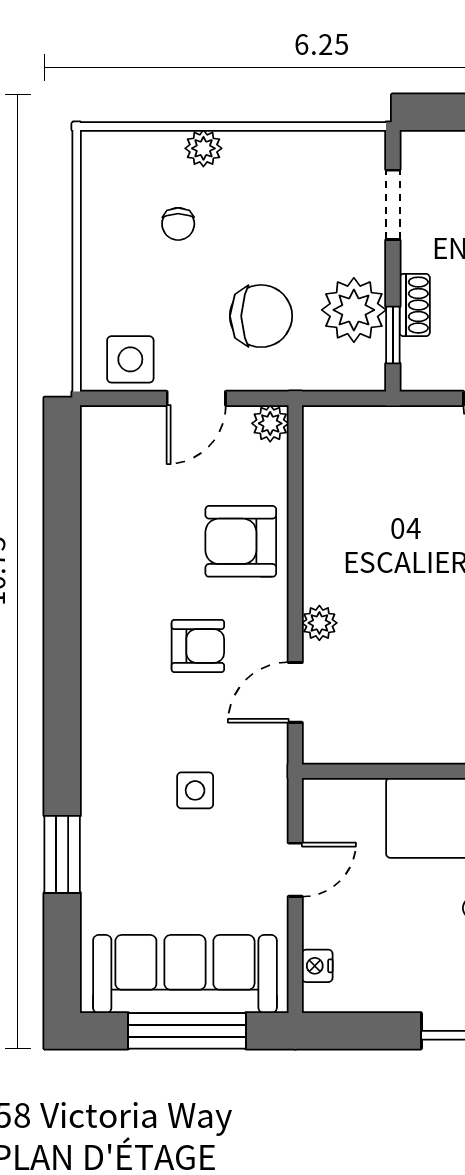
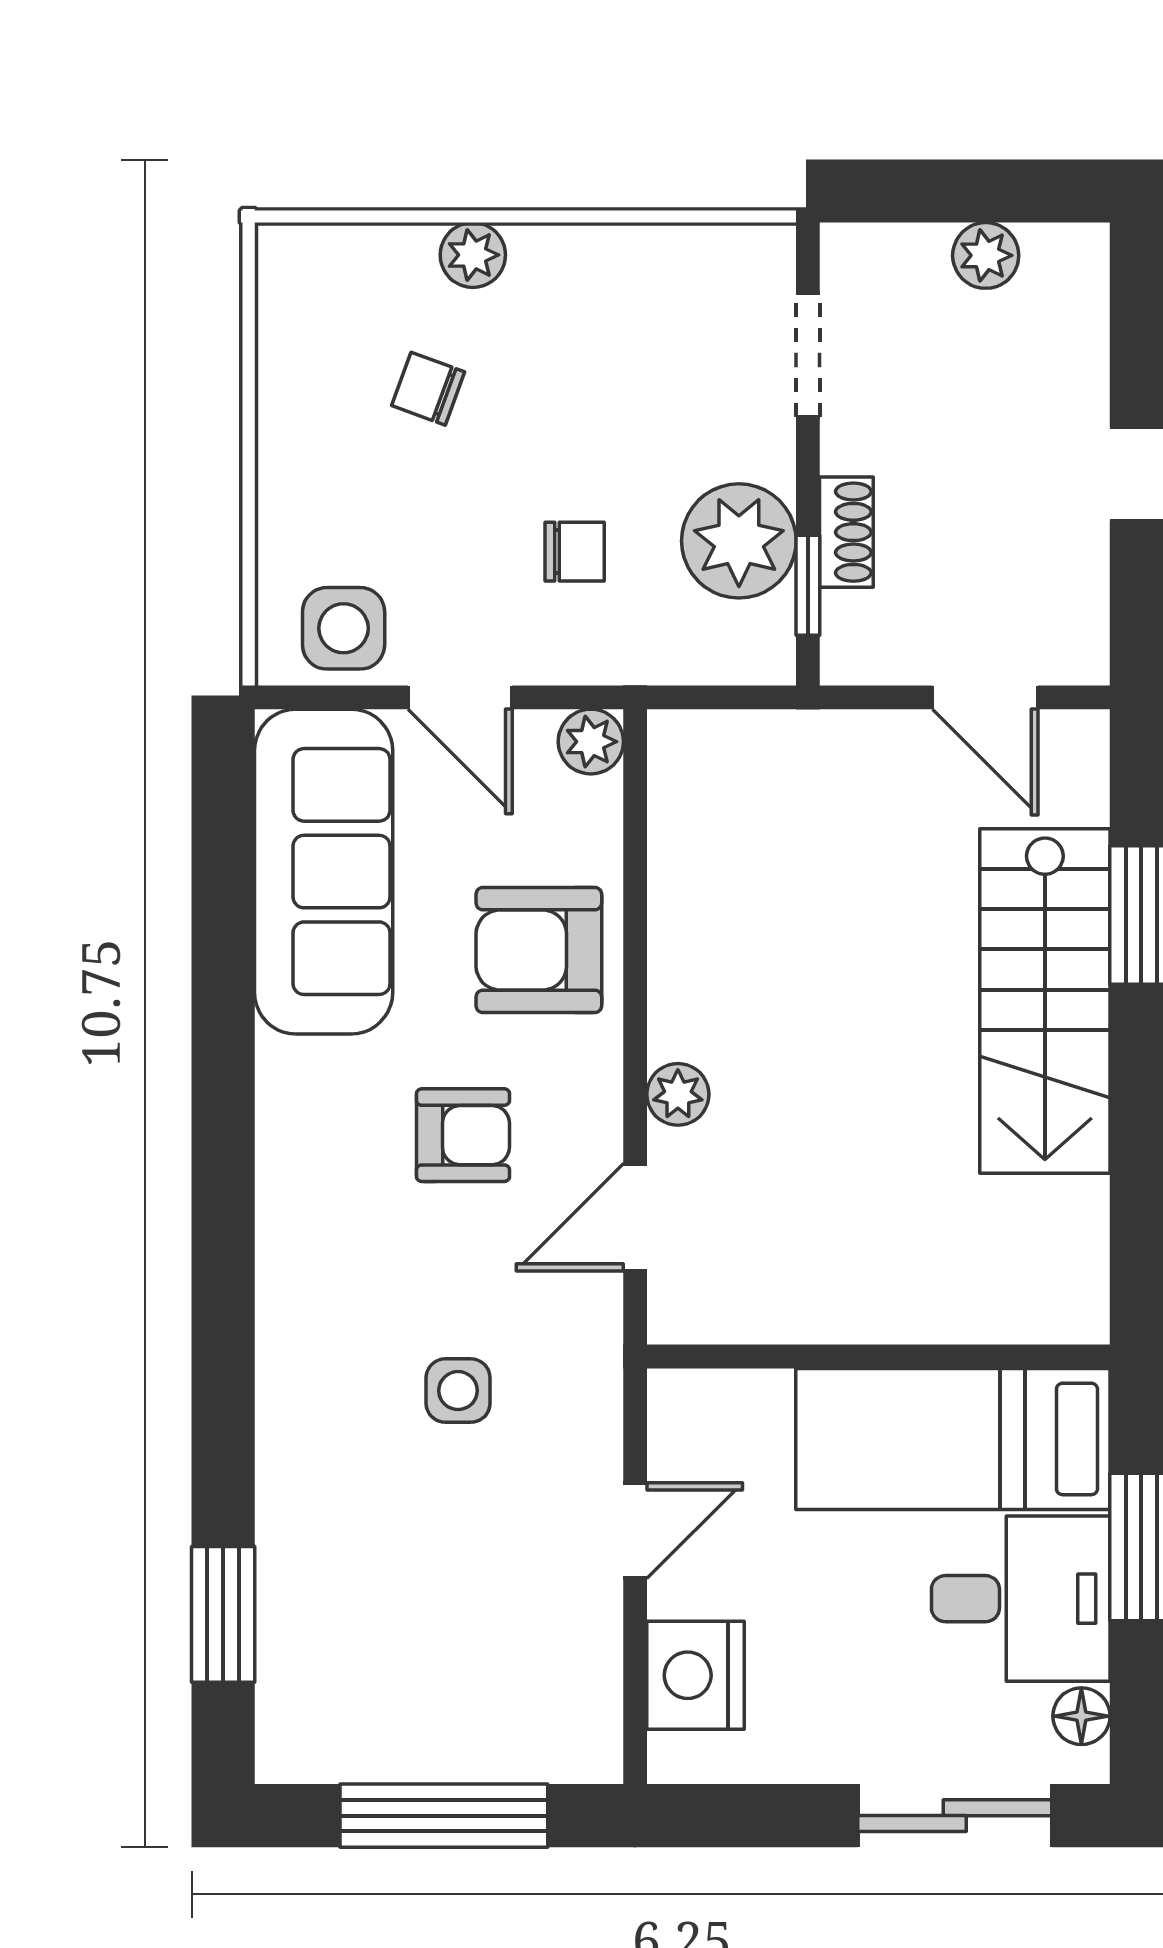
chair: (178, 224) -> (428, 389), turned 110
chair: (261, 316) -> (575, 552), width x0.54, depth x0.54
door: (196, 398) -> (460, 697), hinge flipped
window: (62, 854) -> (223, 1614), moved
nightstand: (317, 966) -> (695, 1675), width x1.89, depth x1.79
sofa: (185, 974) -> (324, 872), moved, turned 90

